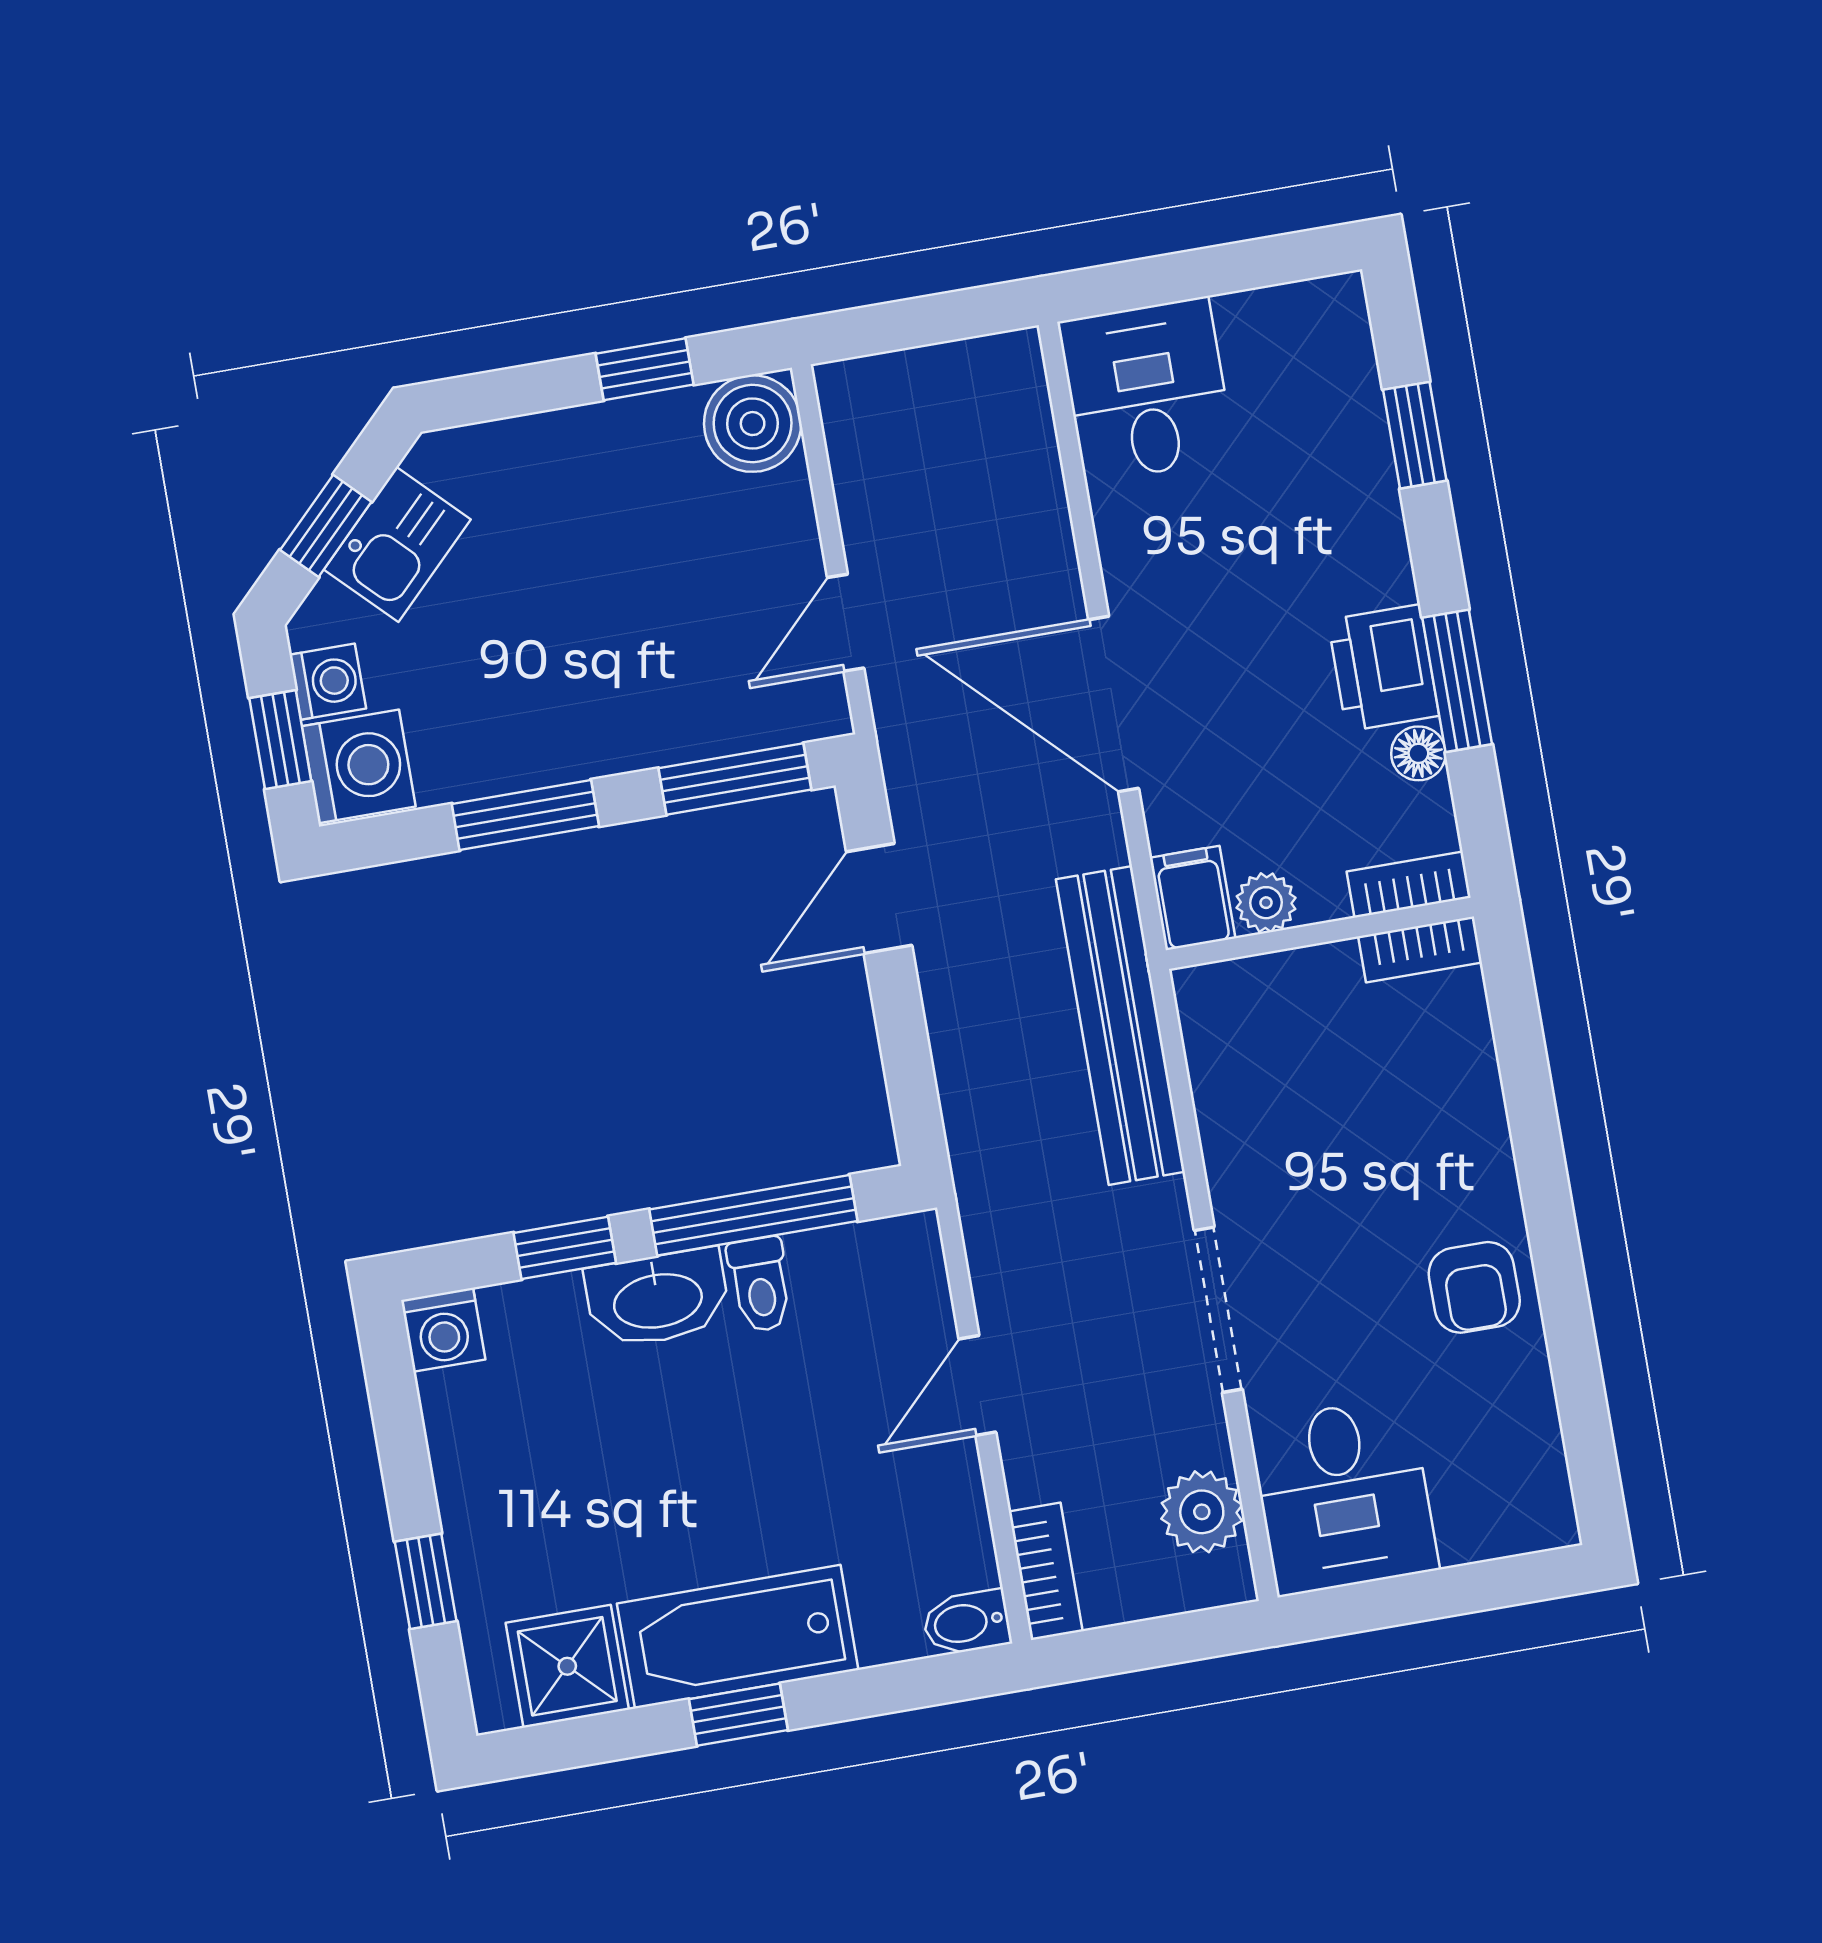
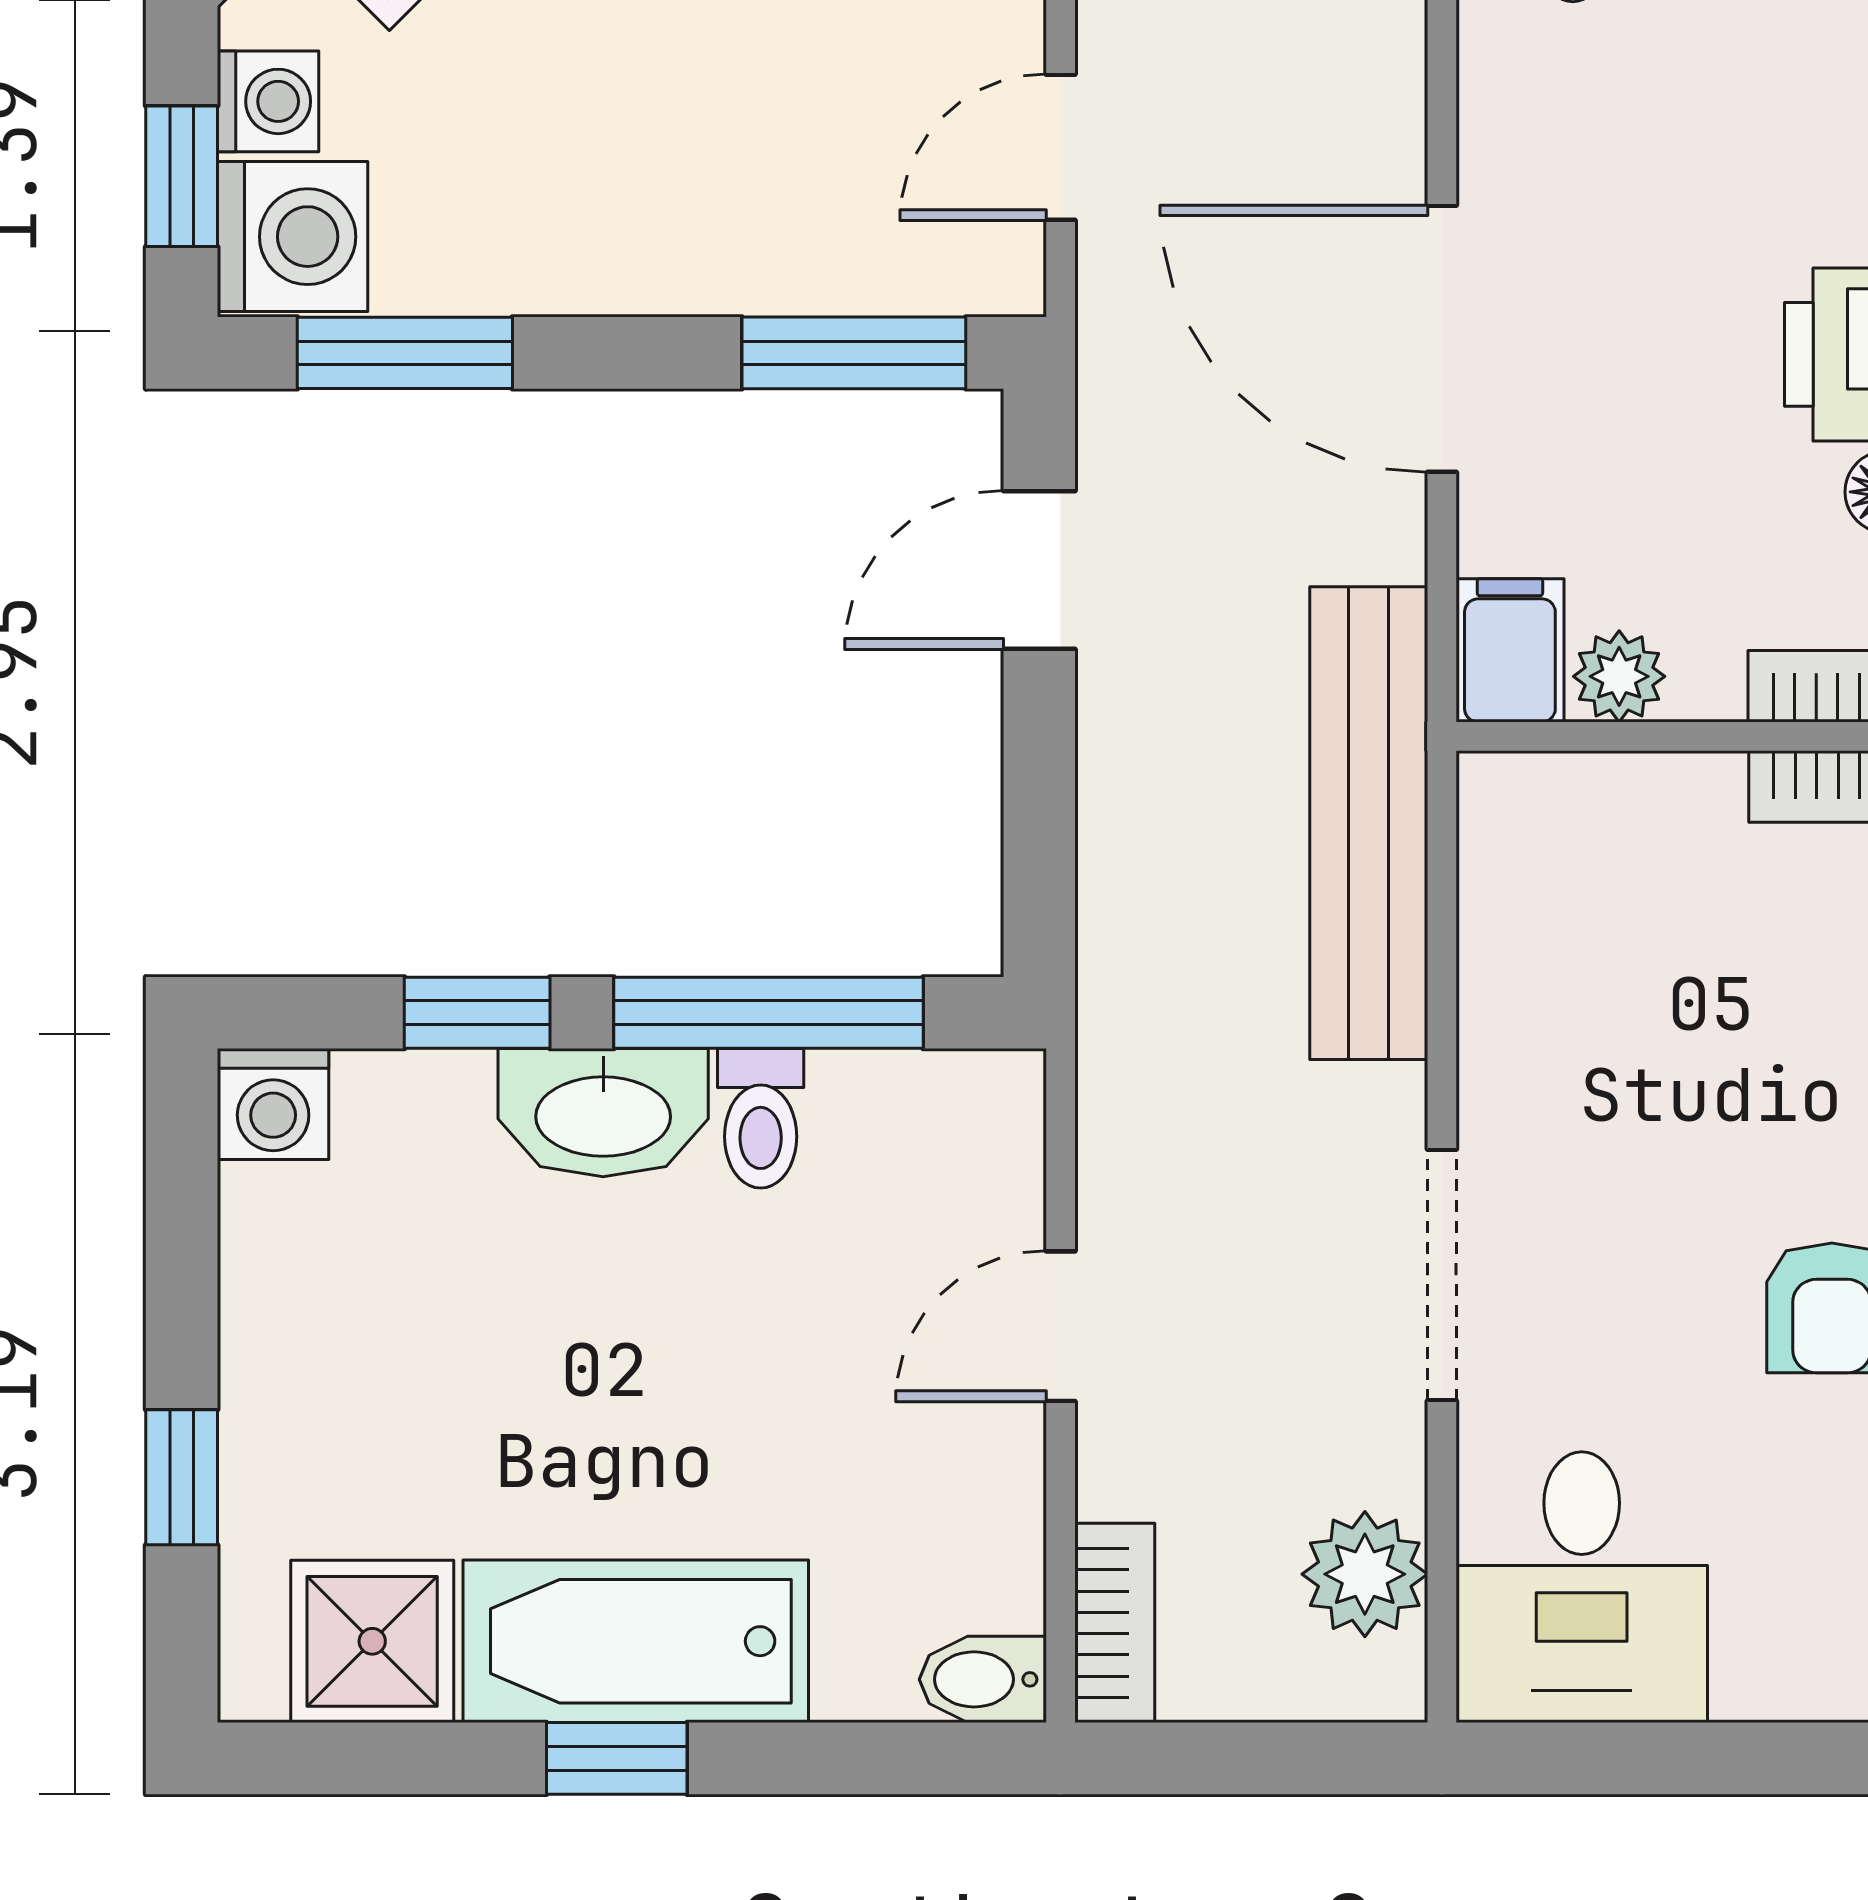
window: (525, 815) -> (405, 353), moved

